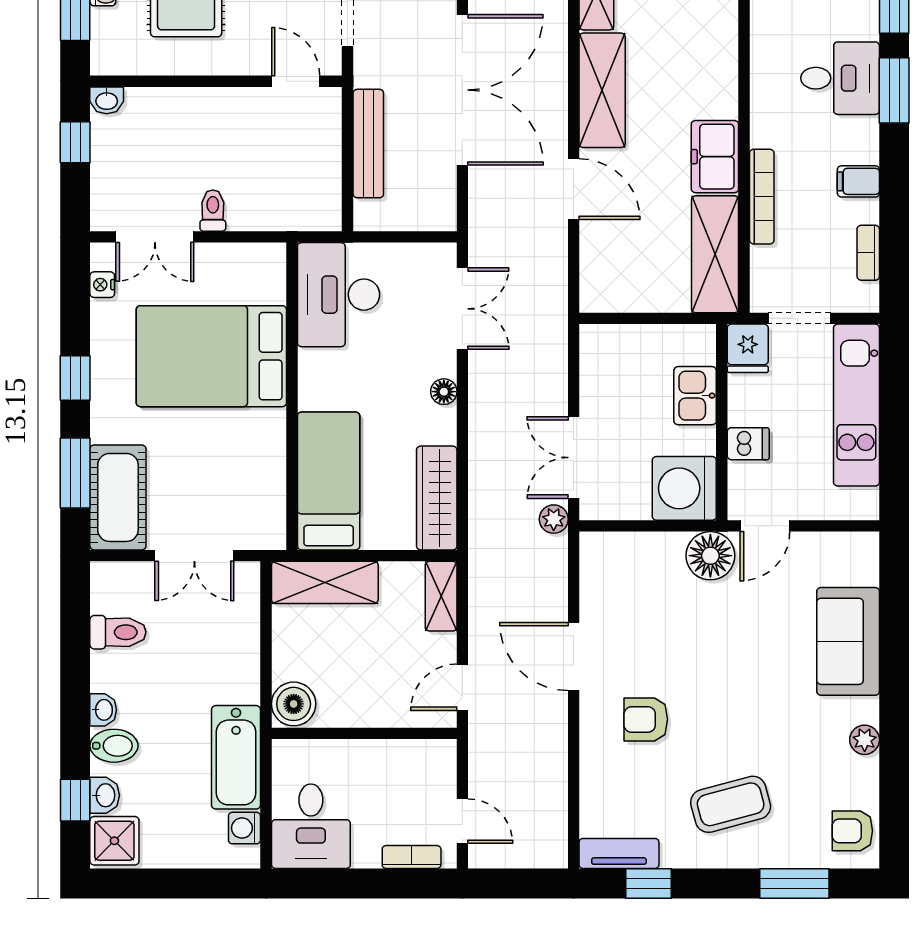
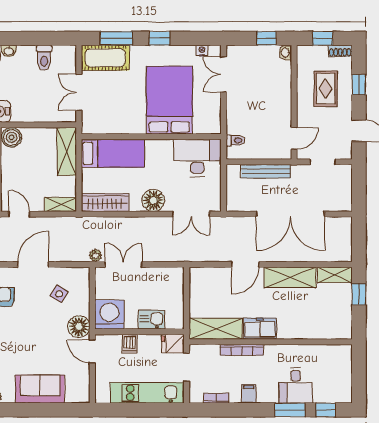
toilet: (213, 211) -> (235, 140), moved
floor lamp: (444, 392) -> (153, 200), width x1.89, depth x1.89
side table: (638, 599) -> (59, 294), added

